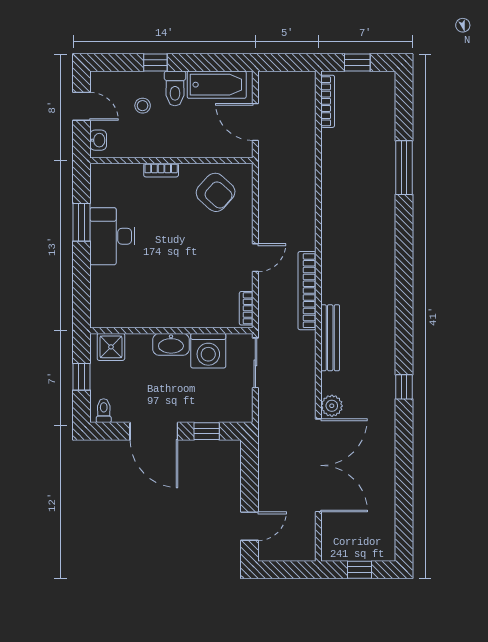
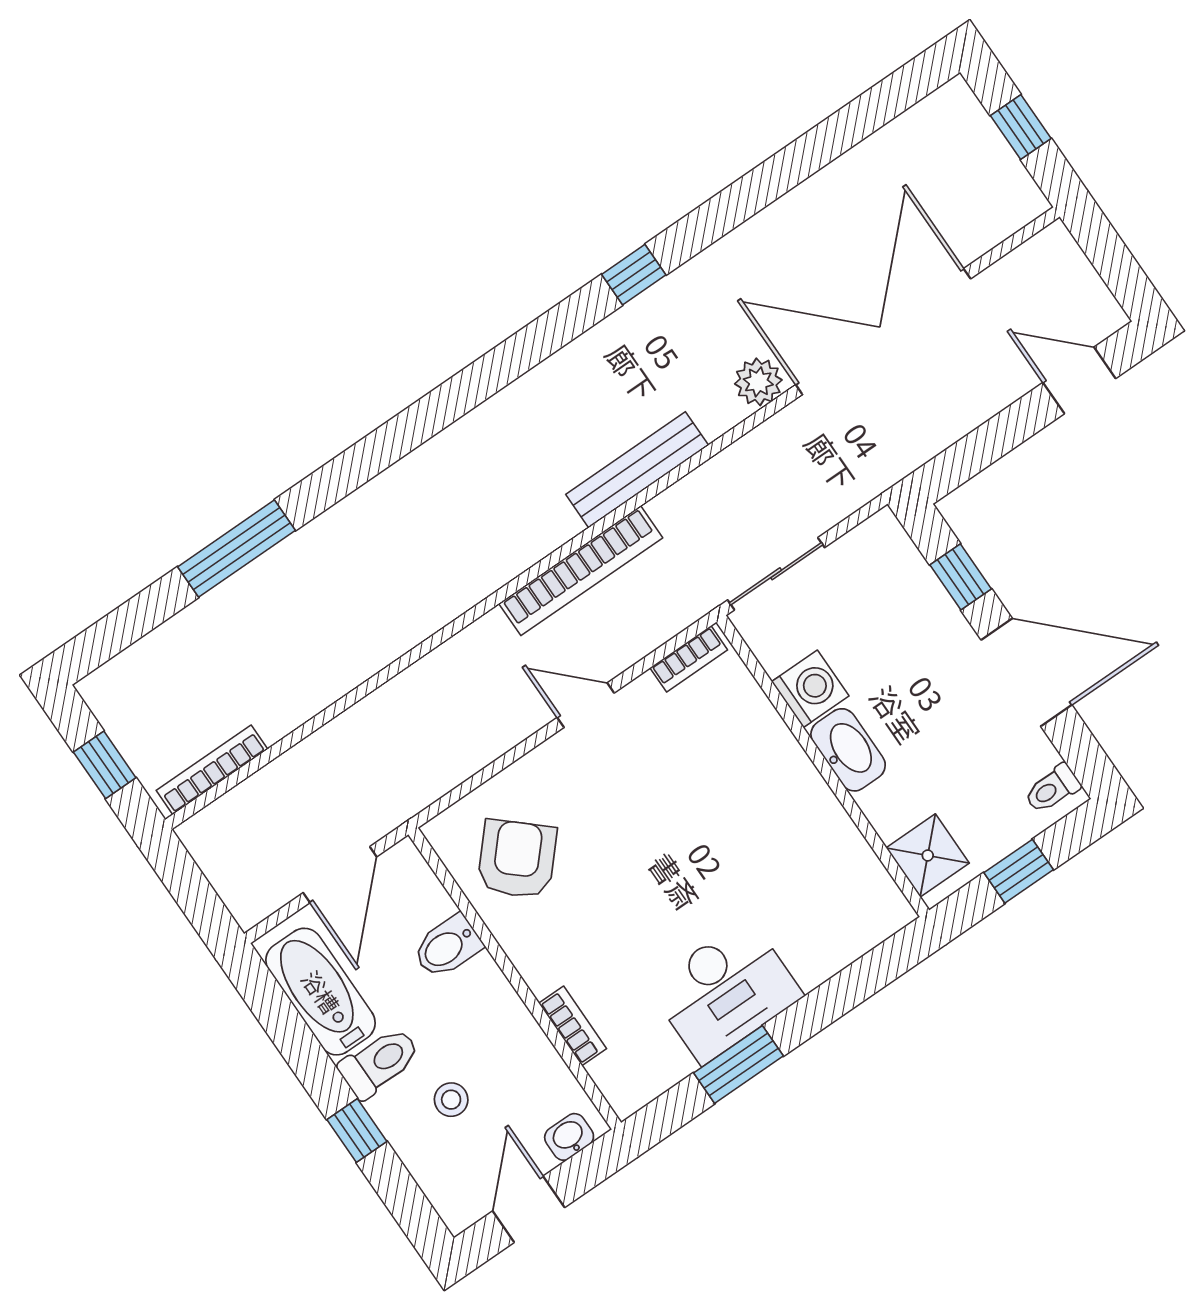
bidet: (201, 144) -> (447, 947), added
bookcase: (161, 170) -> (573, 1026), moved
washing machine: (208, 351) -> (810, 689), width x0.73, depth x0.73
door: (154, 431) -> (1026, 672), hinge flipped

